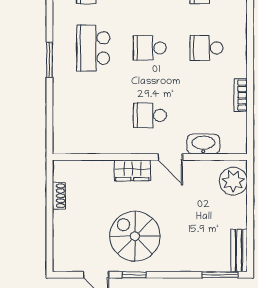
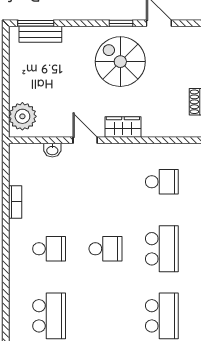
school desk: (150, 115) -> (162, 182), moved
washbasin: (203, 144) -> (52, 150), width x0.52, depth x0.69
spiral stairs: (135, 236) -> (120, 62), turned 180
bench: (239, 250) -> (40, 34), moved, turned 90

